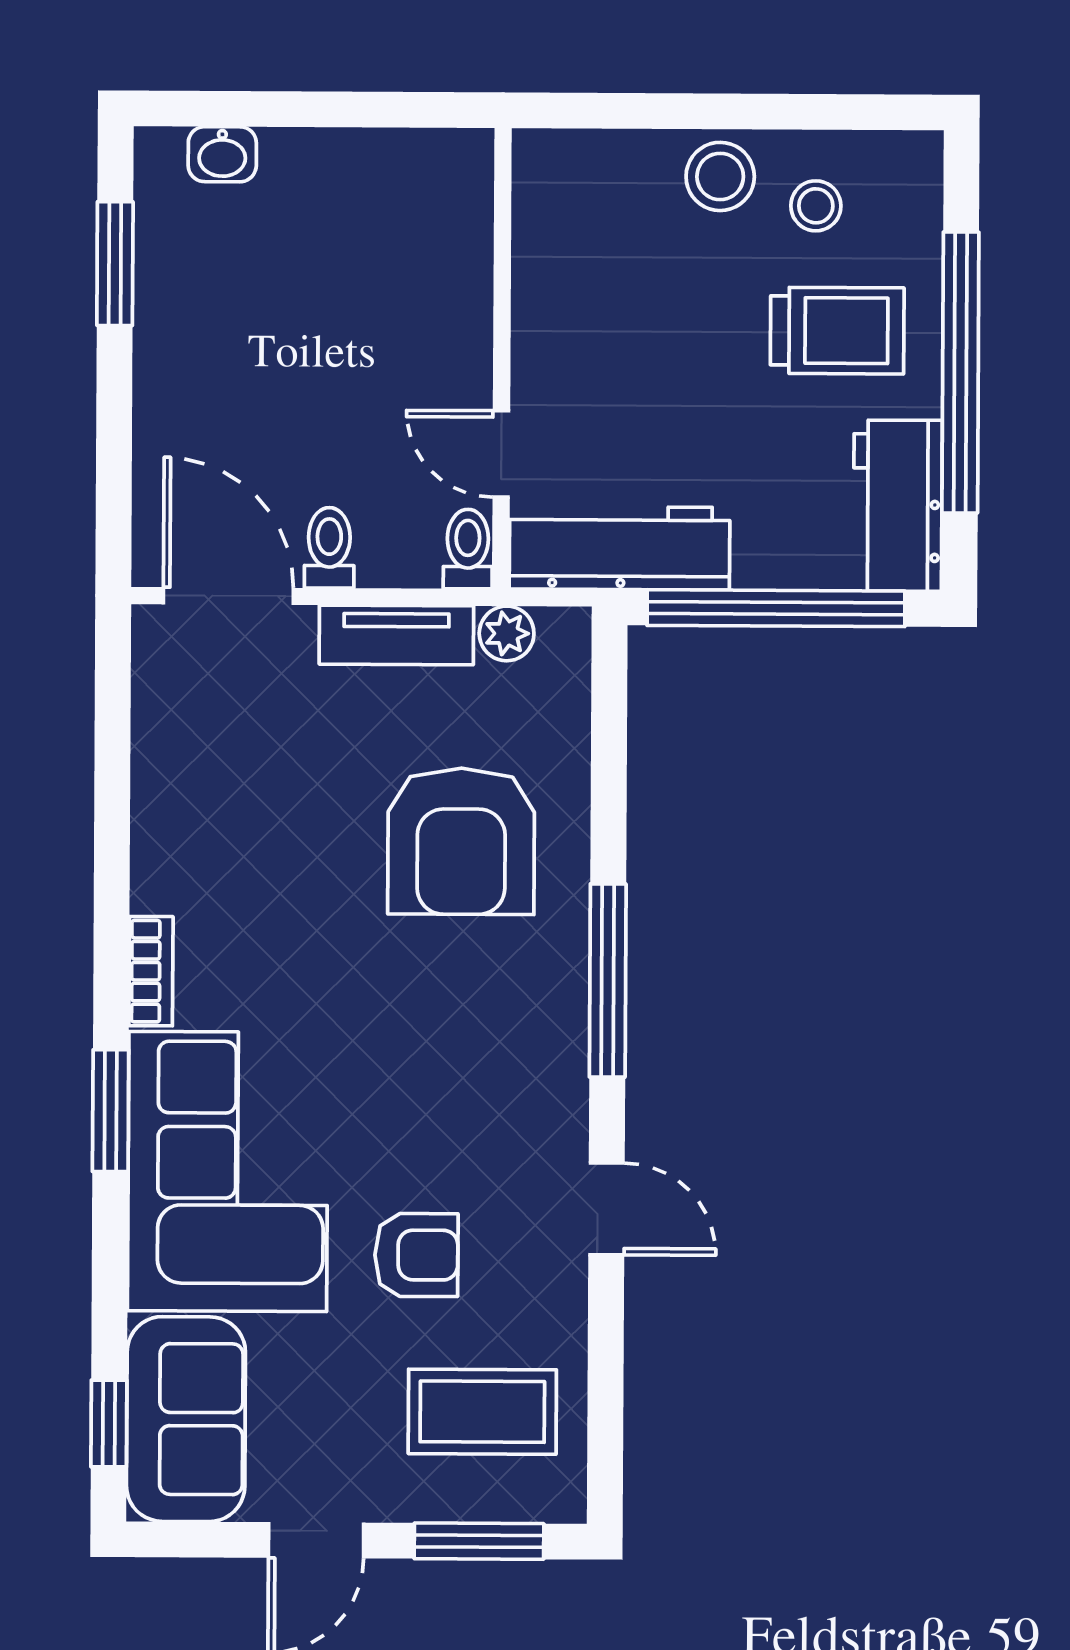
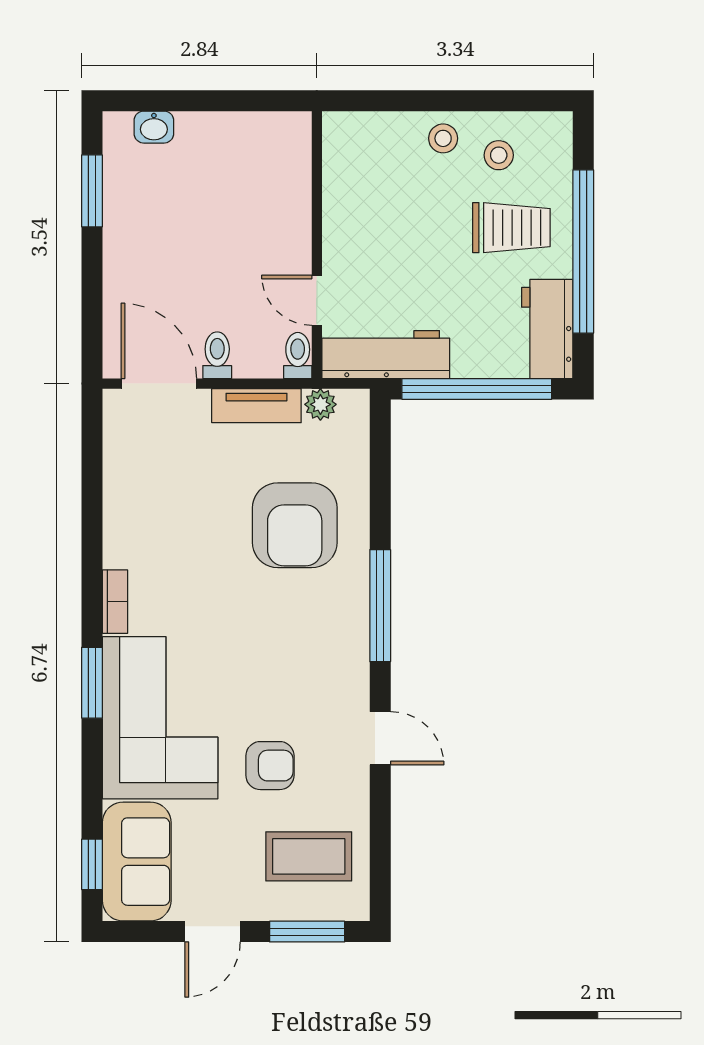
stool: (720, 176) -> (443, 138), width x0.73, depth x0.73

